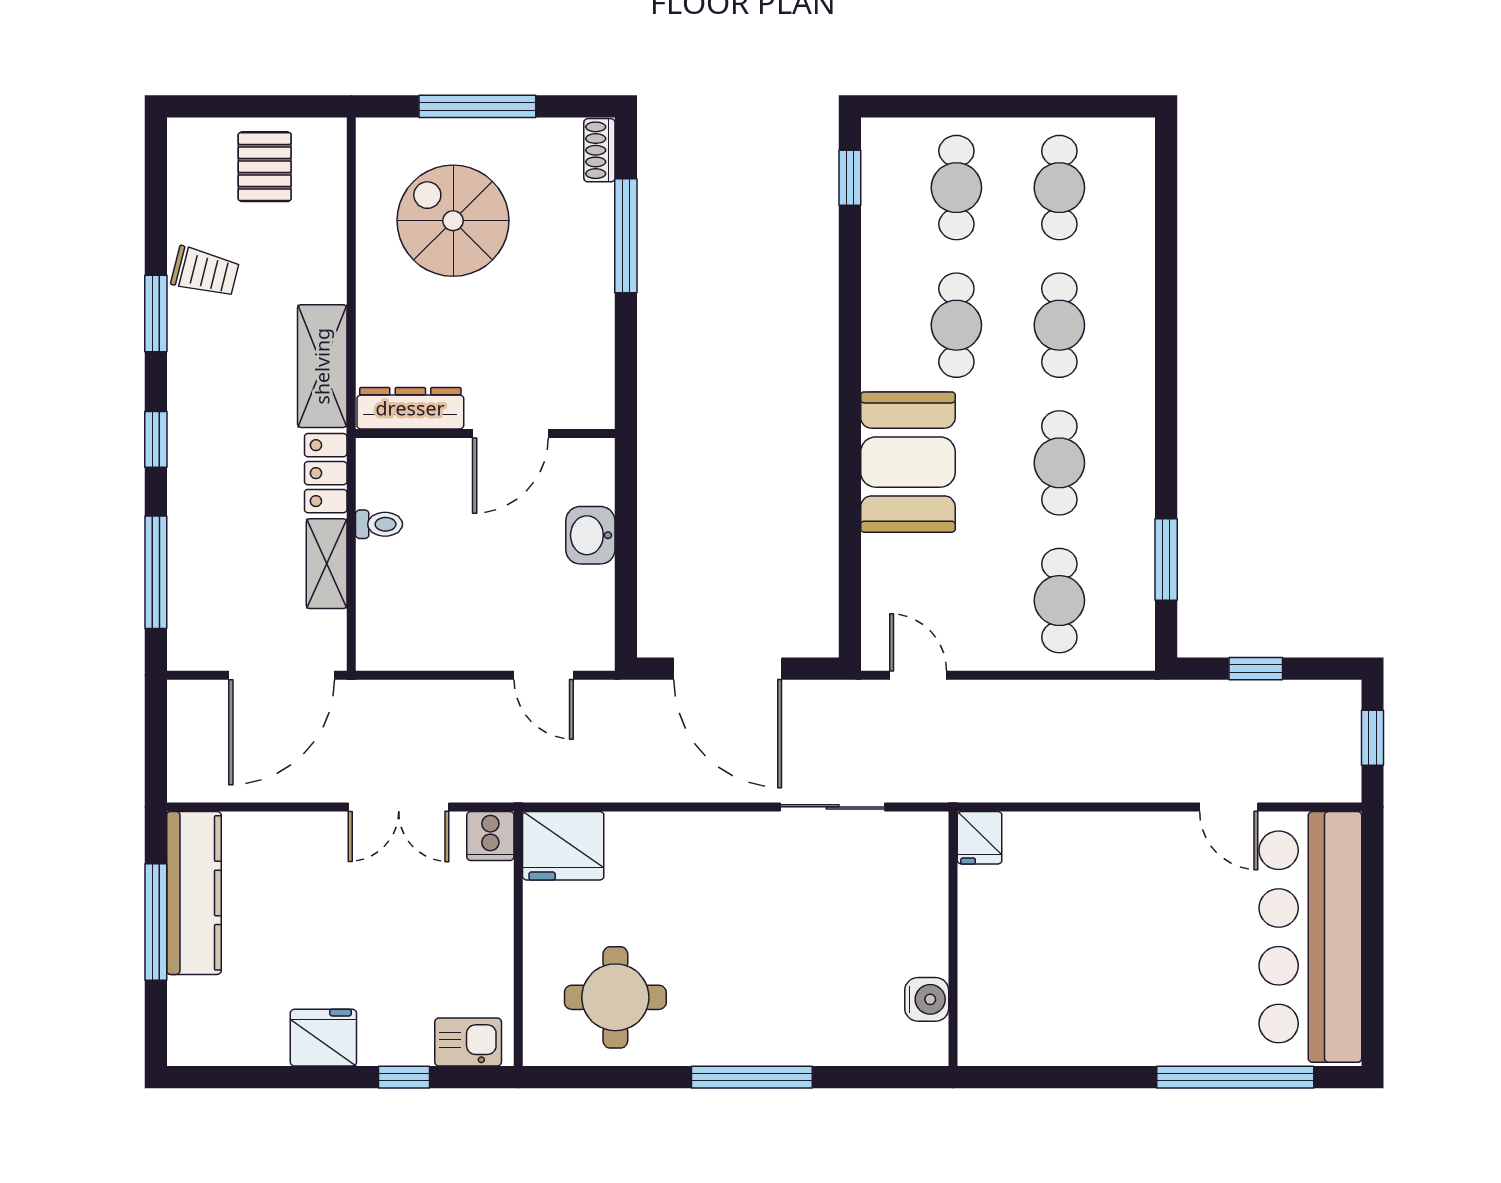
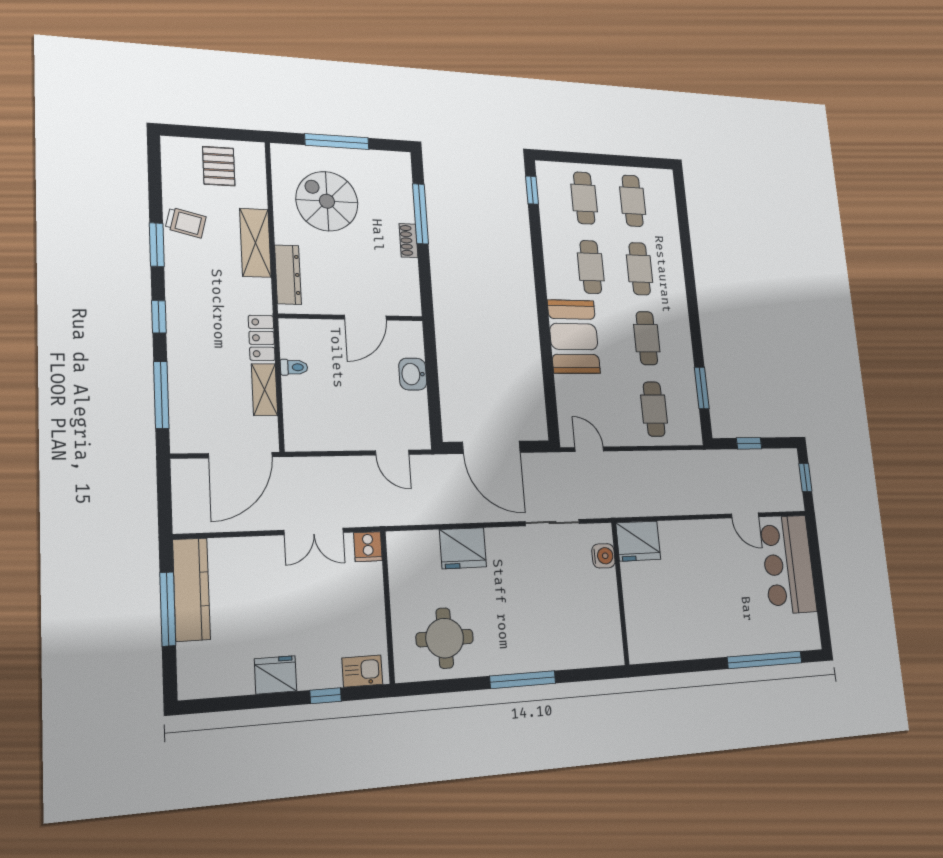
shoe rack: (599, 150) -> (409, 241), moved
shelving: (322, 366) -> (255, 243), moved
dresser: (410, 408) -> (288, 275), moved, turned 90
fridge: (980, 838) -> (638, 541), width x1.88, depth x1.34
fridge: (563, 846) -> (463, 548), moved
bar counter: (1310, 937) -> (788, 564), width x0.73
water cooler: (927, 999) -> (603, 556), moved

